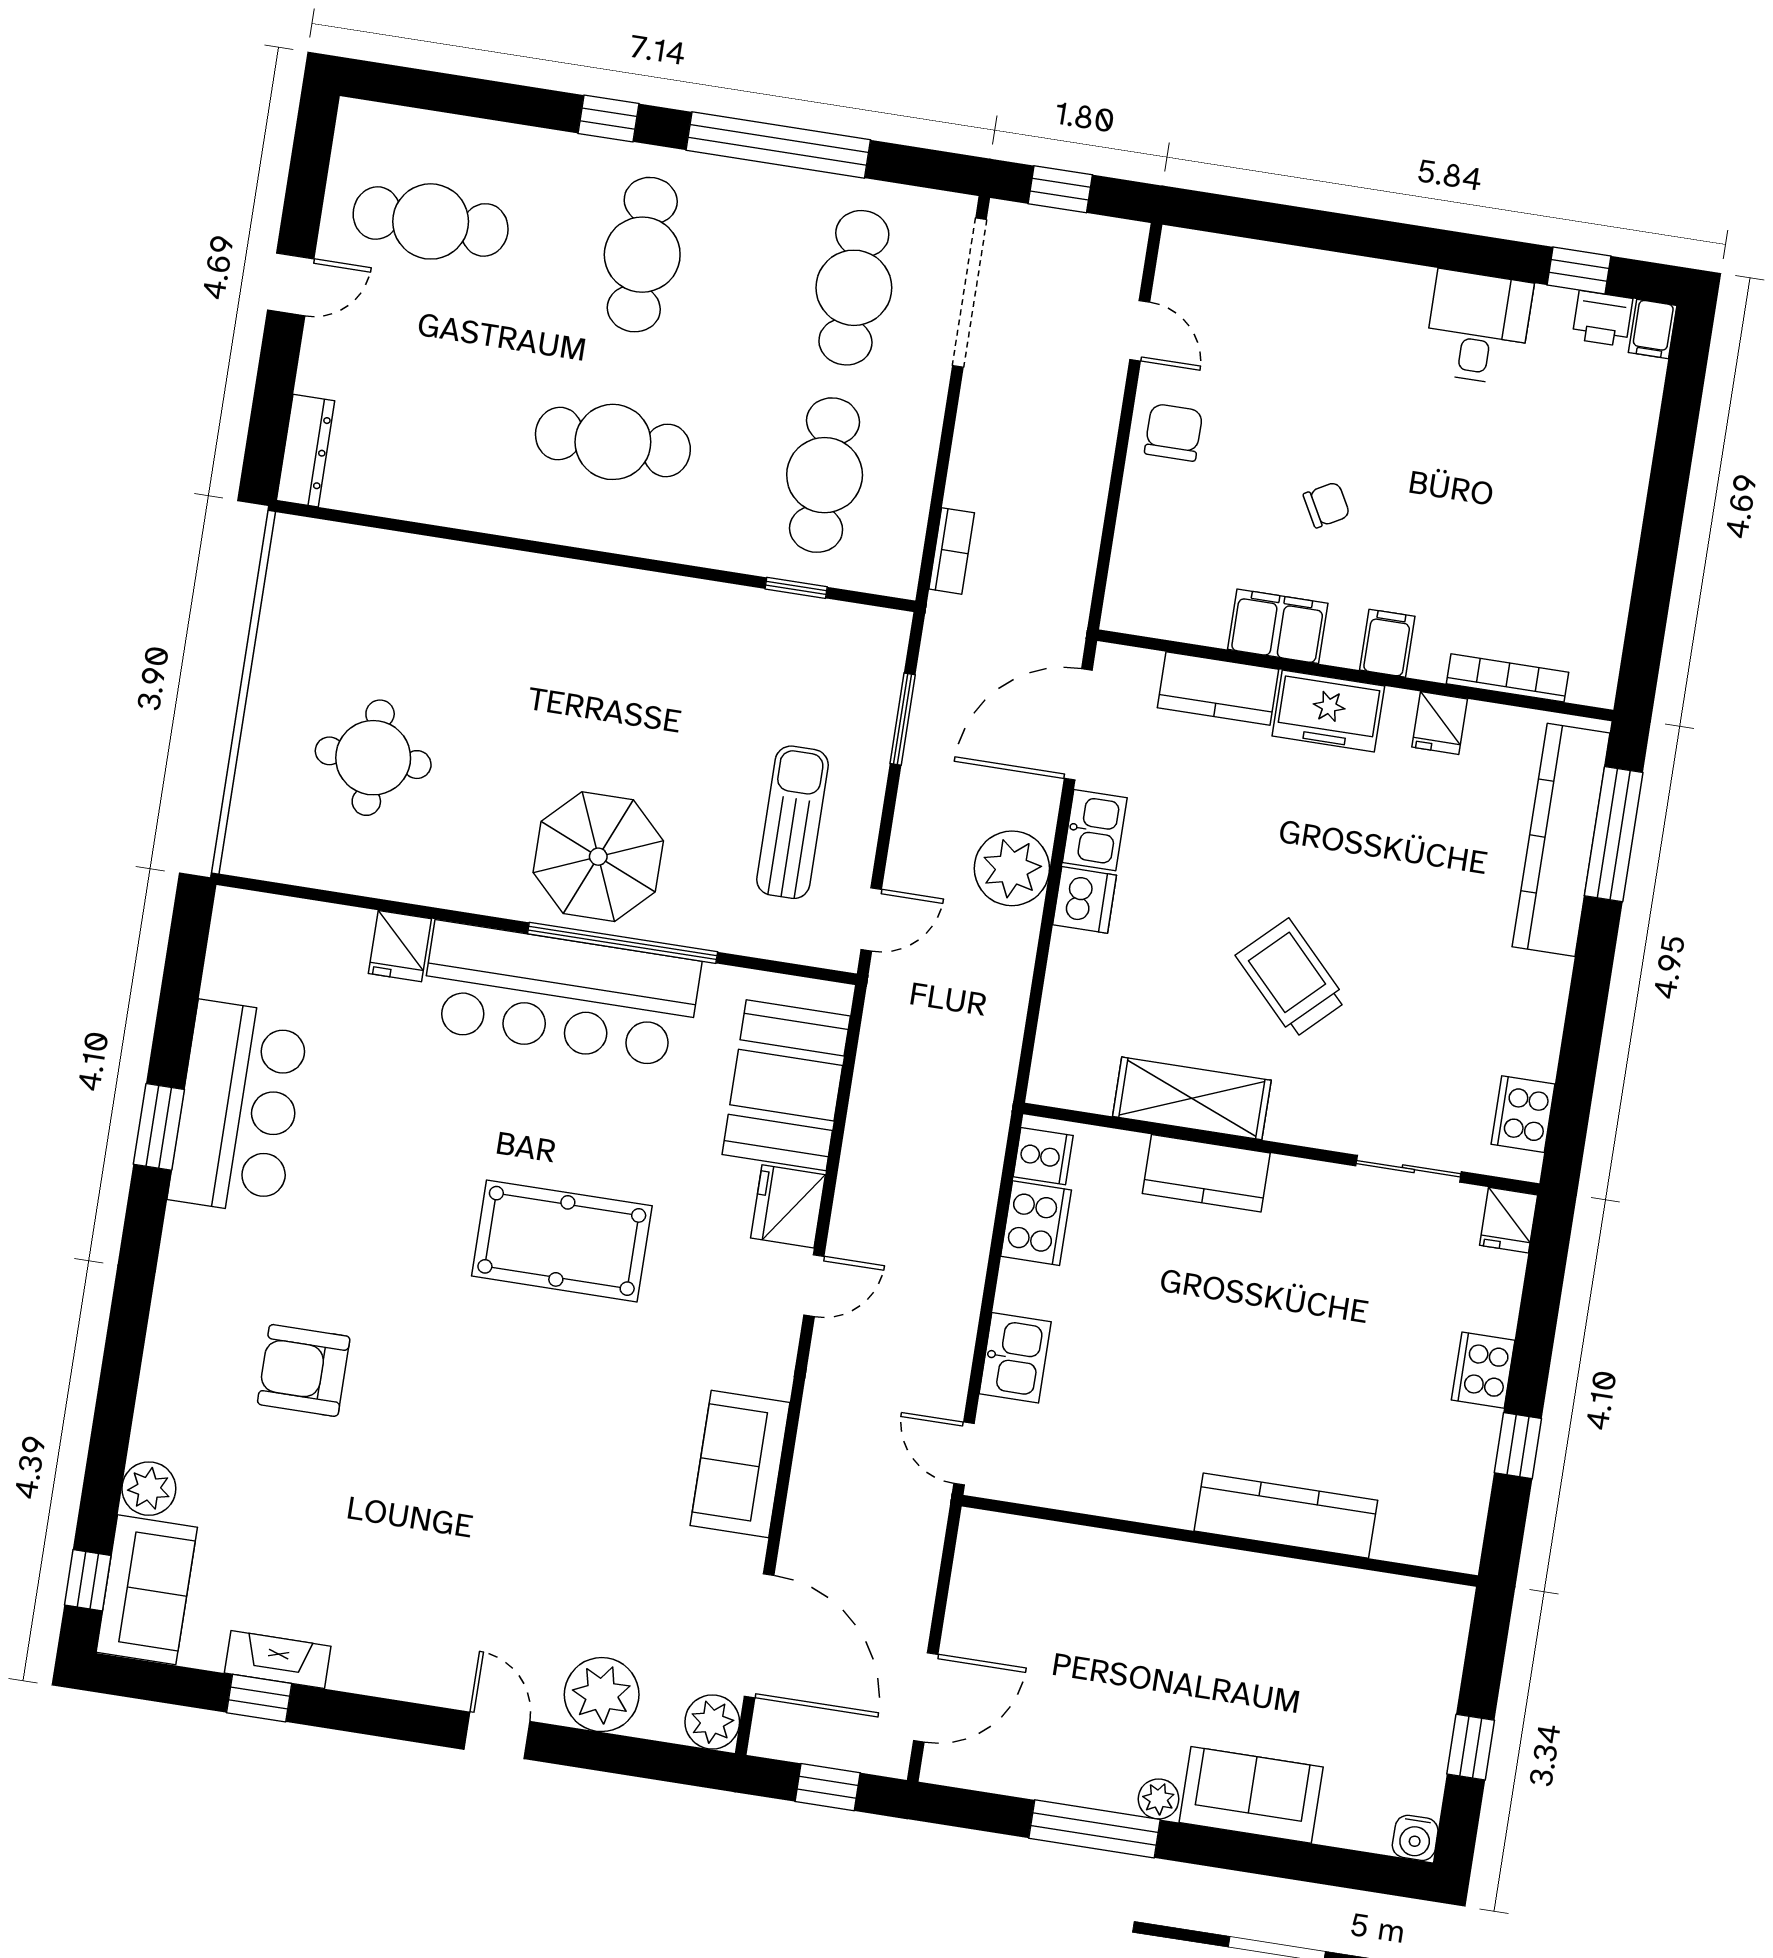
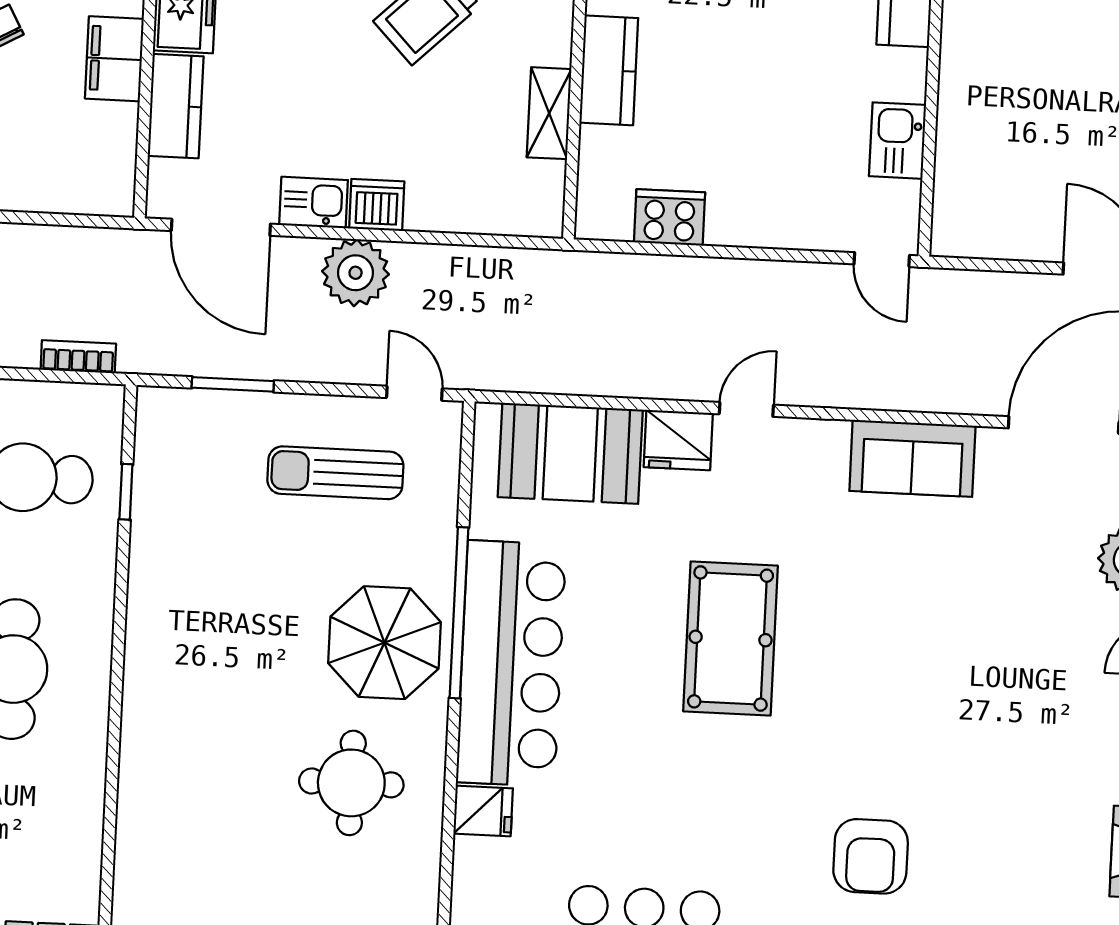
round table: (373, 758) -> (351, 783), moved
shelving: (1192, 1098) -> (549, 113), width x0.67, depth x0.75
cooker: (1043, 1156) -> (609, 217), removed
door: (814, 1286) -> (746, 409), hinge flipped
kitchen sink: (1015, 1358) -> (897, 141), moved, turned -90
door: (964, 1454) -> (882, 260), hinge flipped

